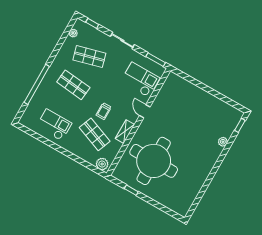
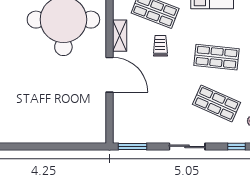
shop shelf: (89, 57) -> (217, 103), turned 39
checkout: (140, 80) -> (137, 111), removed
door: (145, 111) -> (110, 75), width x1.87

